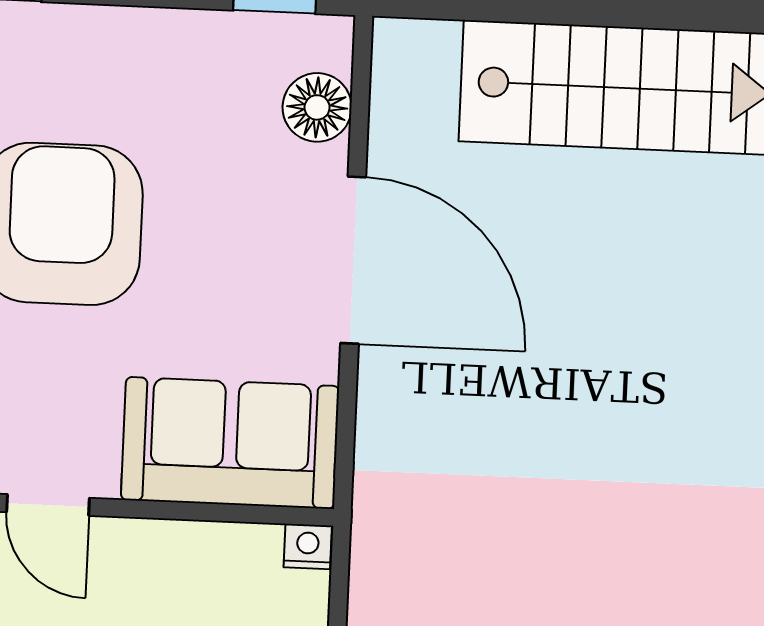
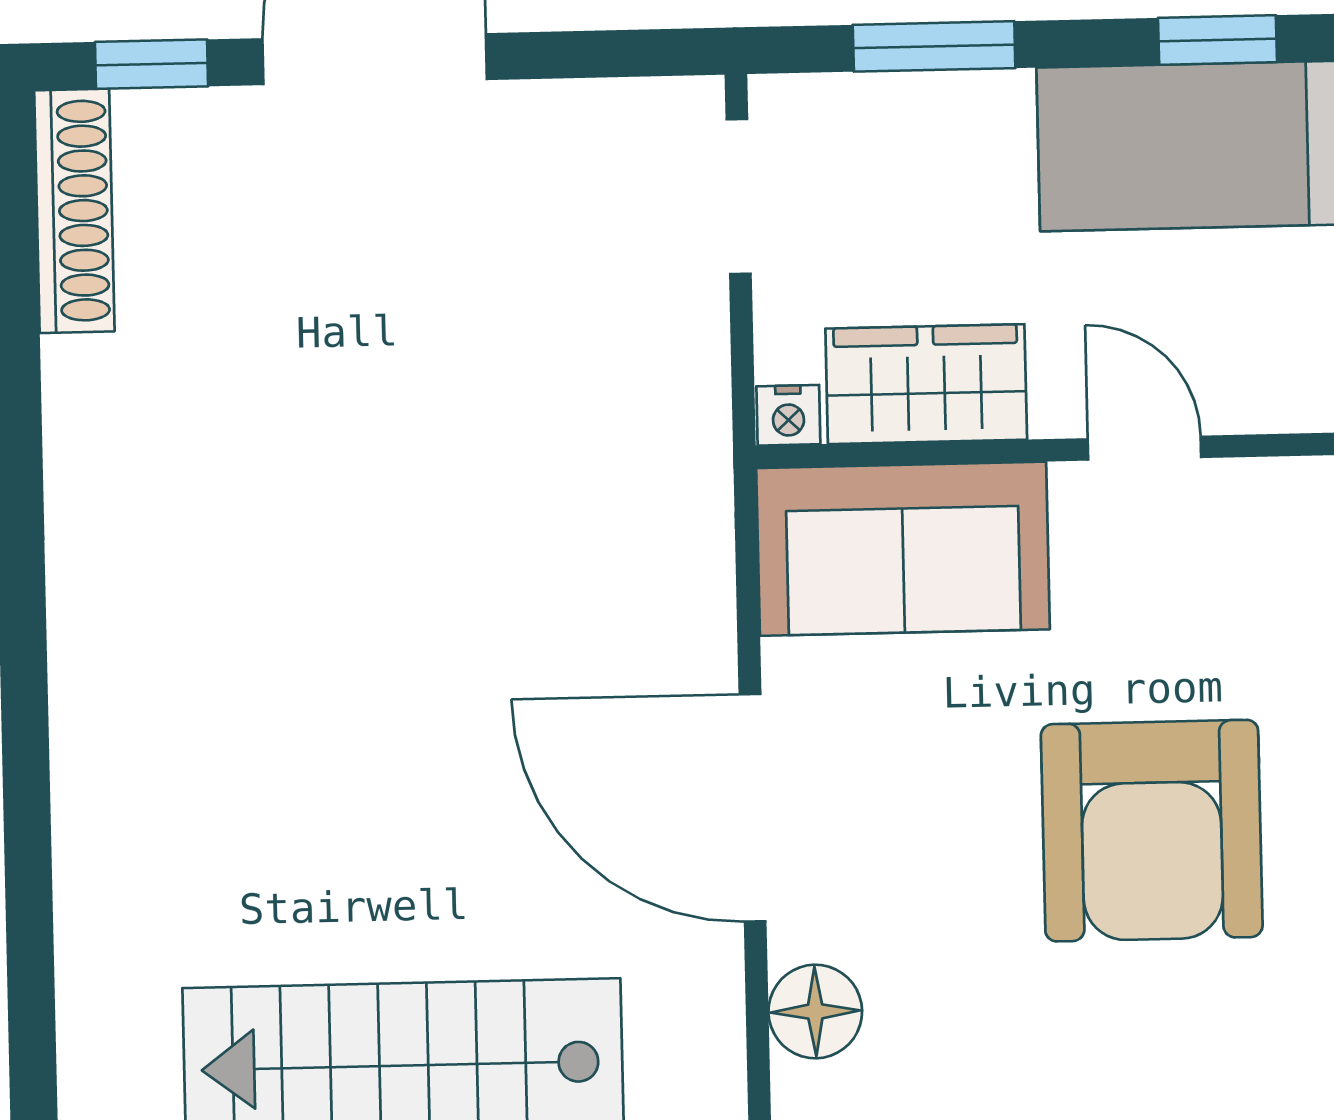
wardrobe: (205, 563) -> (926, 384), added

